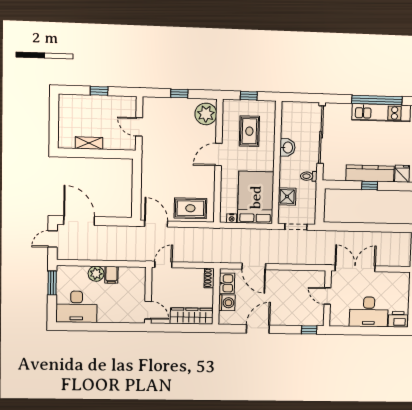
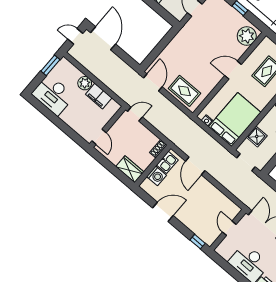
filing cabinet: (111, 275) -> (99, 96), width x2.00
wardrobe: (192, 316) -> (130, 169), width x0.67

